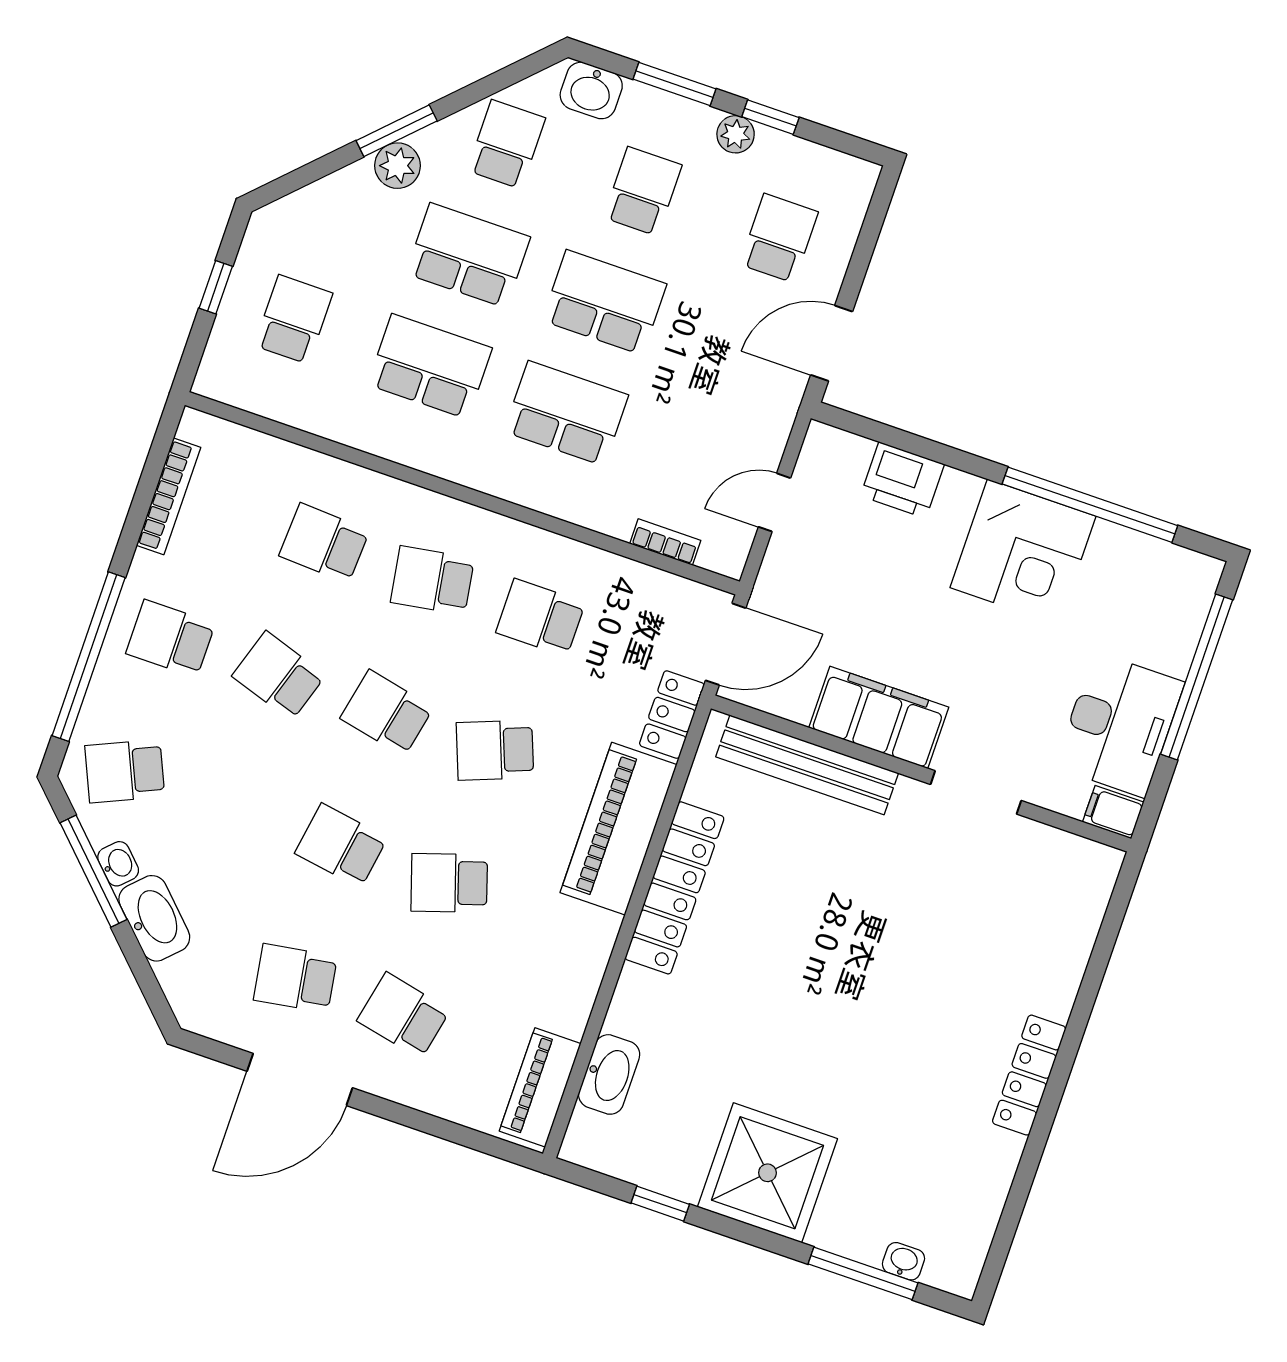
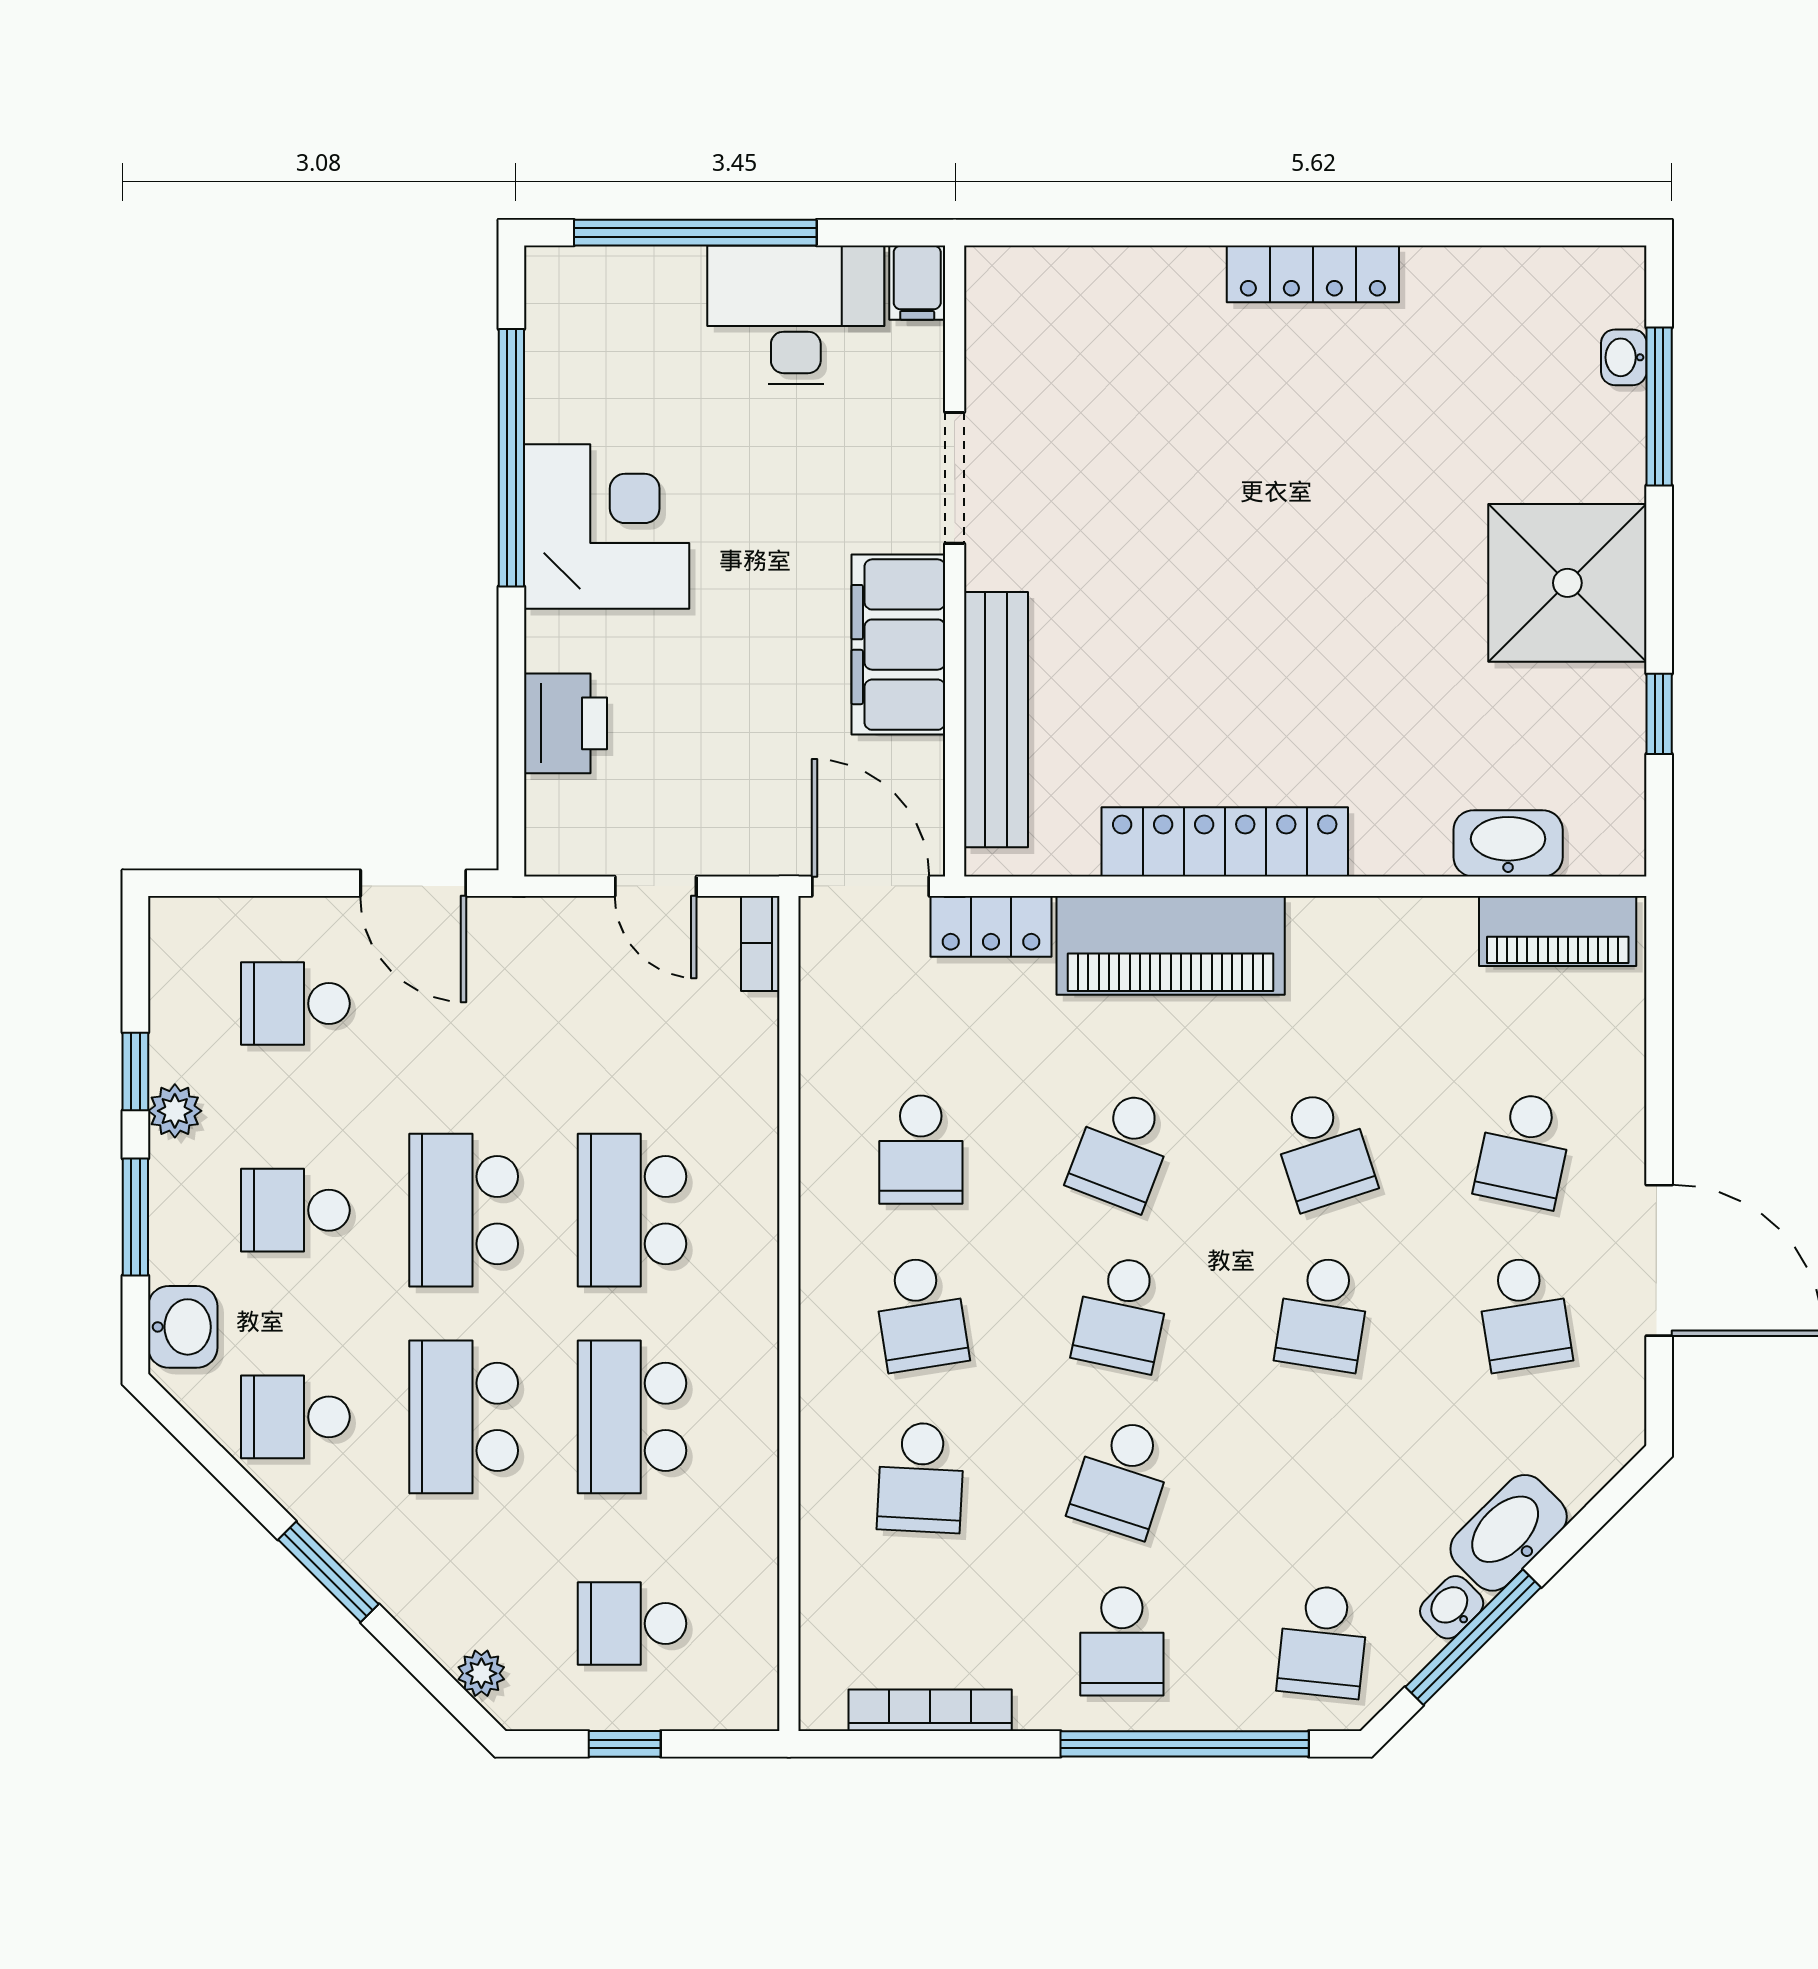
plant: (397, 166) -> (481, 1673), moved, width x0.73, depth x0.73
bookcase: (665, 542) -> (760, 943), moved
school desk: (495, 750) -> (1122, 1150), turned 42
school desk: (125, 771) -> (1323, 1641), turned 30

